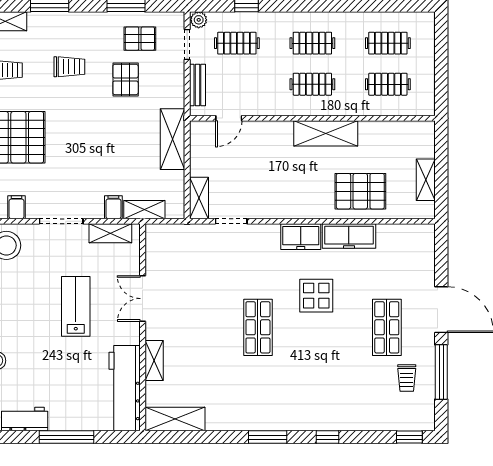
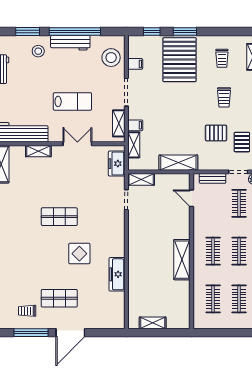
pallet: (360, 191) -> (145, 281), removed
freezer: (301, 237) -> (117, 164), moved

